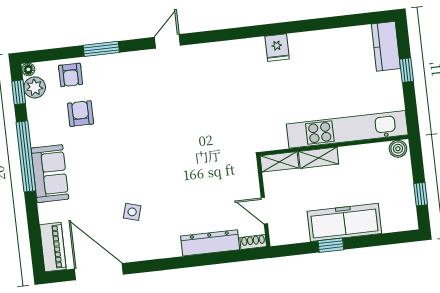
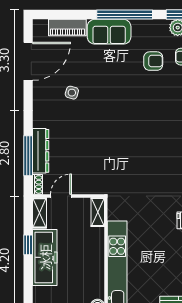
shelving: (319, 158) -> (40, 213), moved
piano: (53, 247) -> (67, 28), moved
window: (218, 258) -> (28, 156), added

